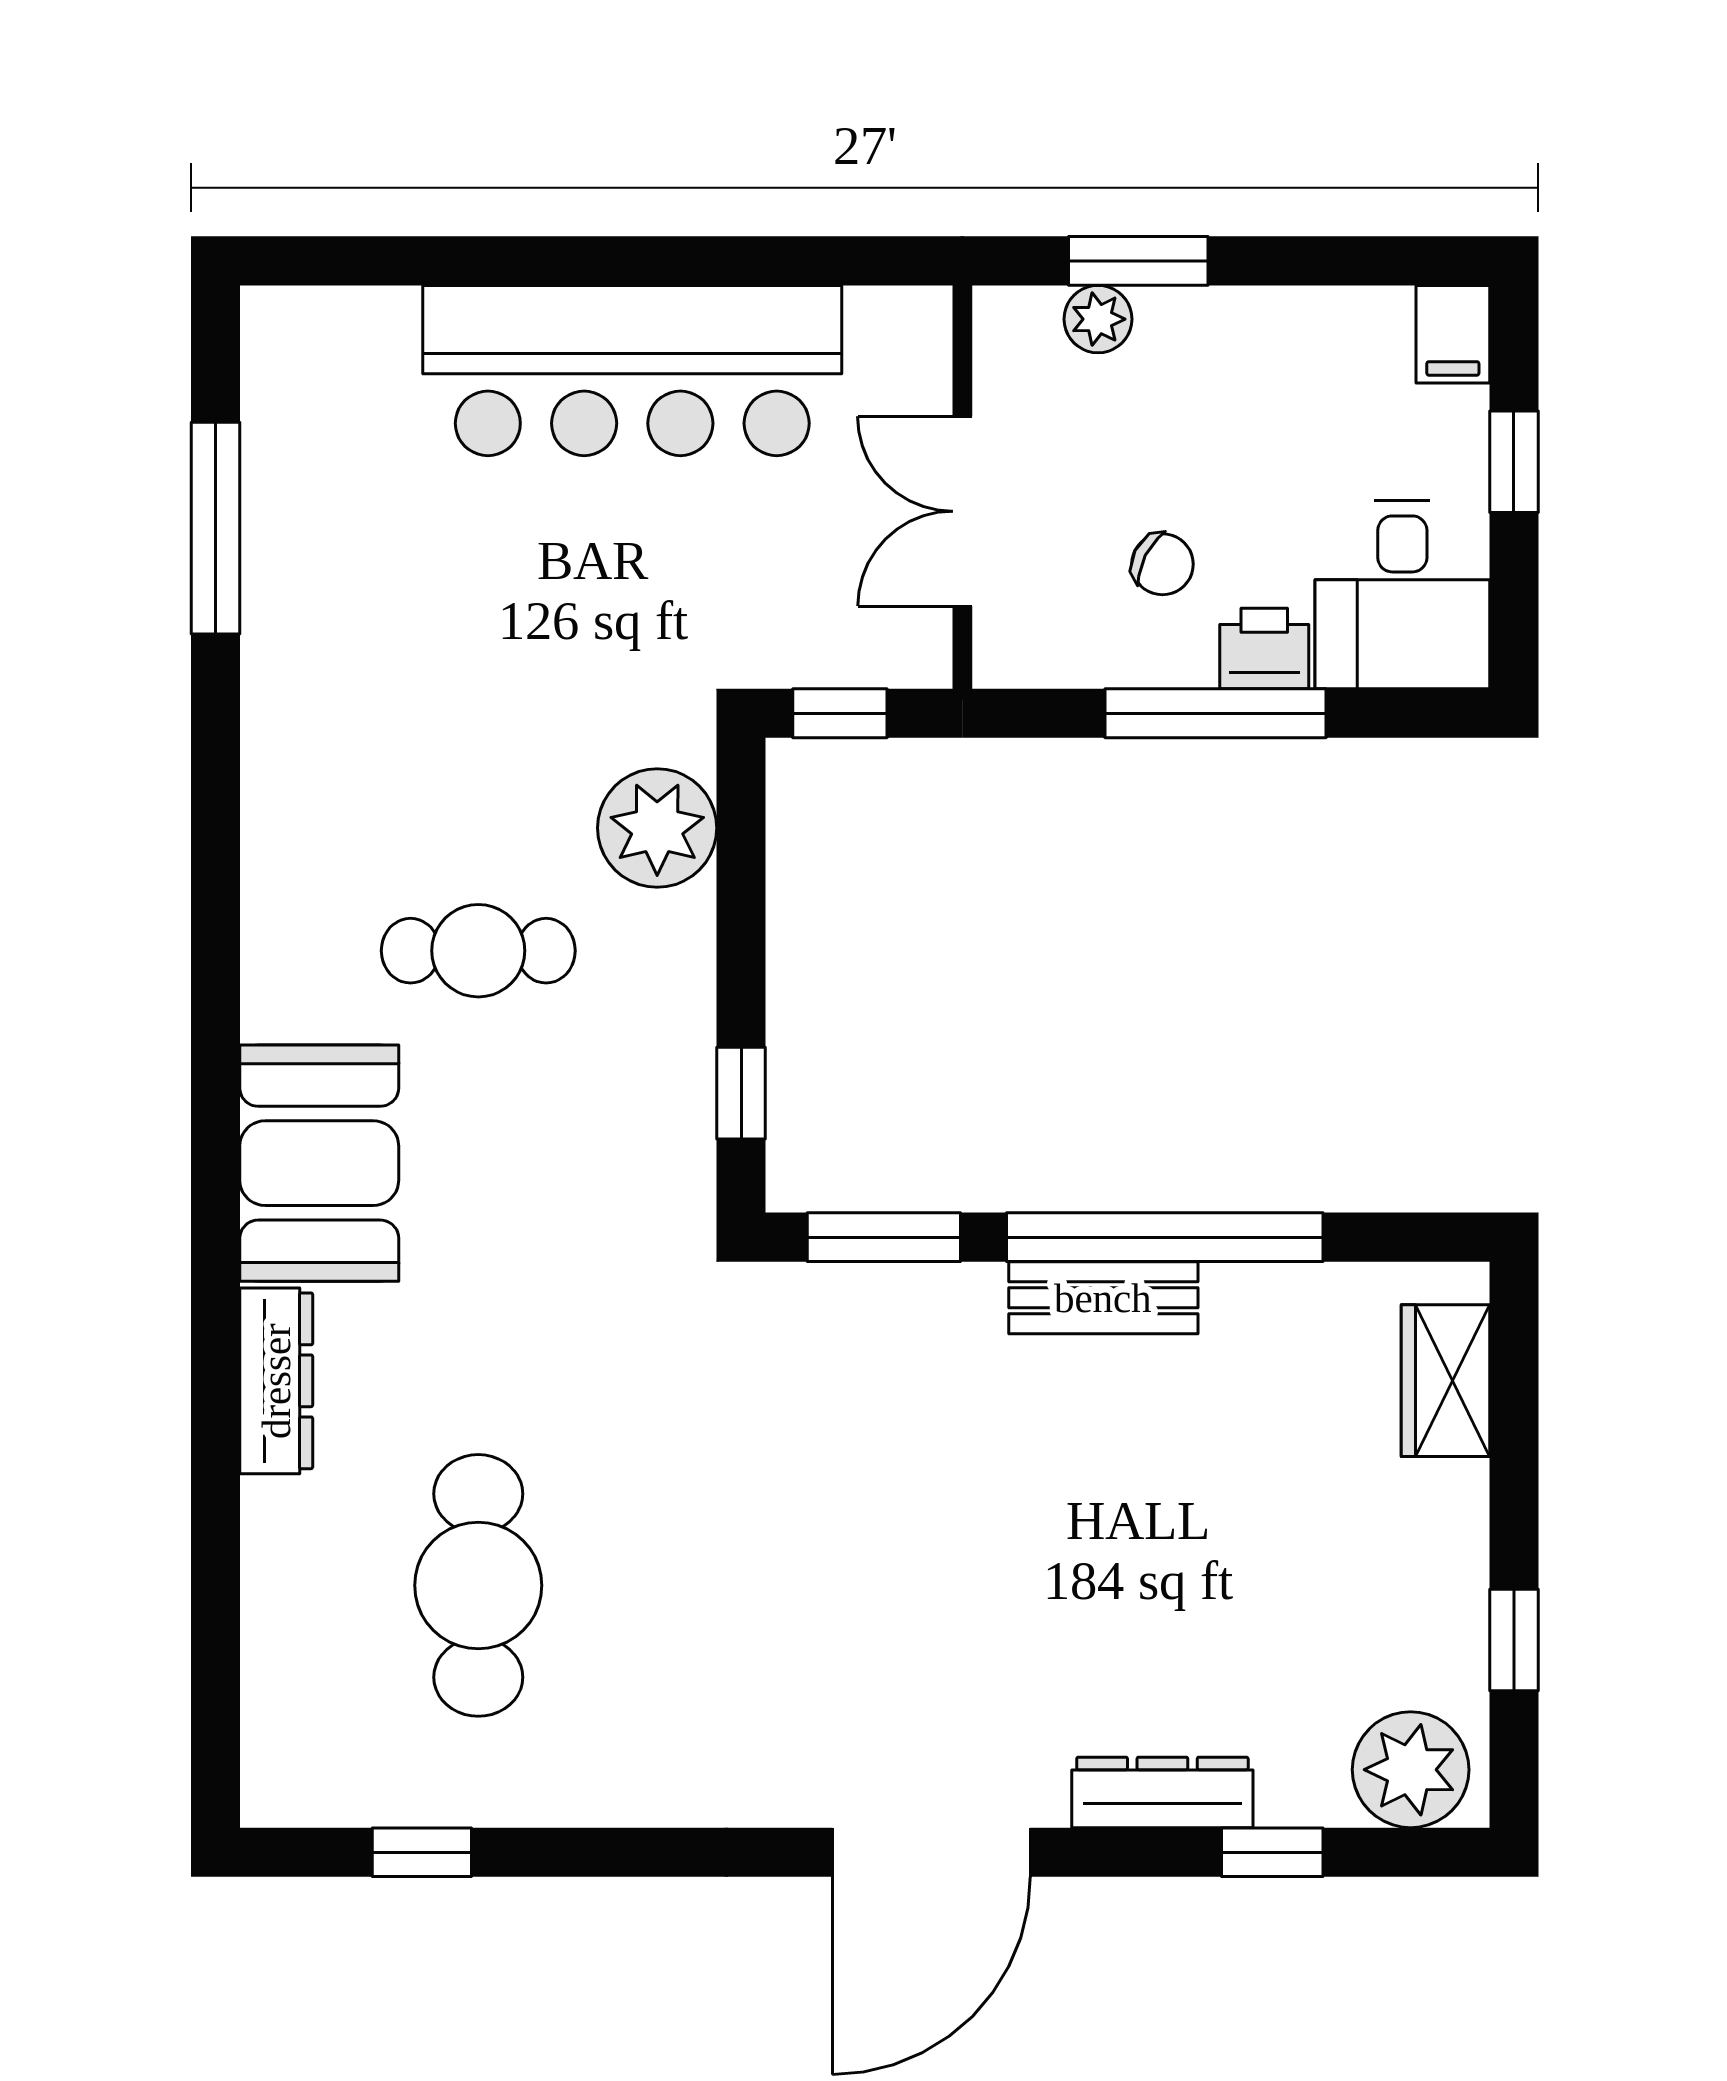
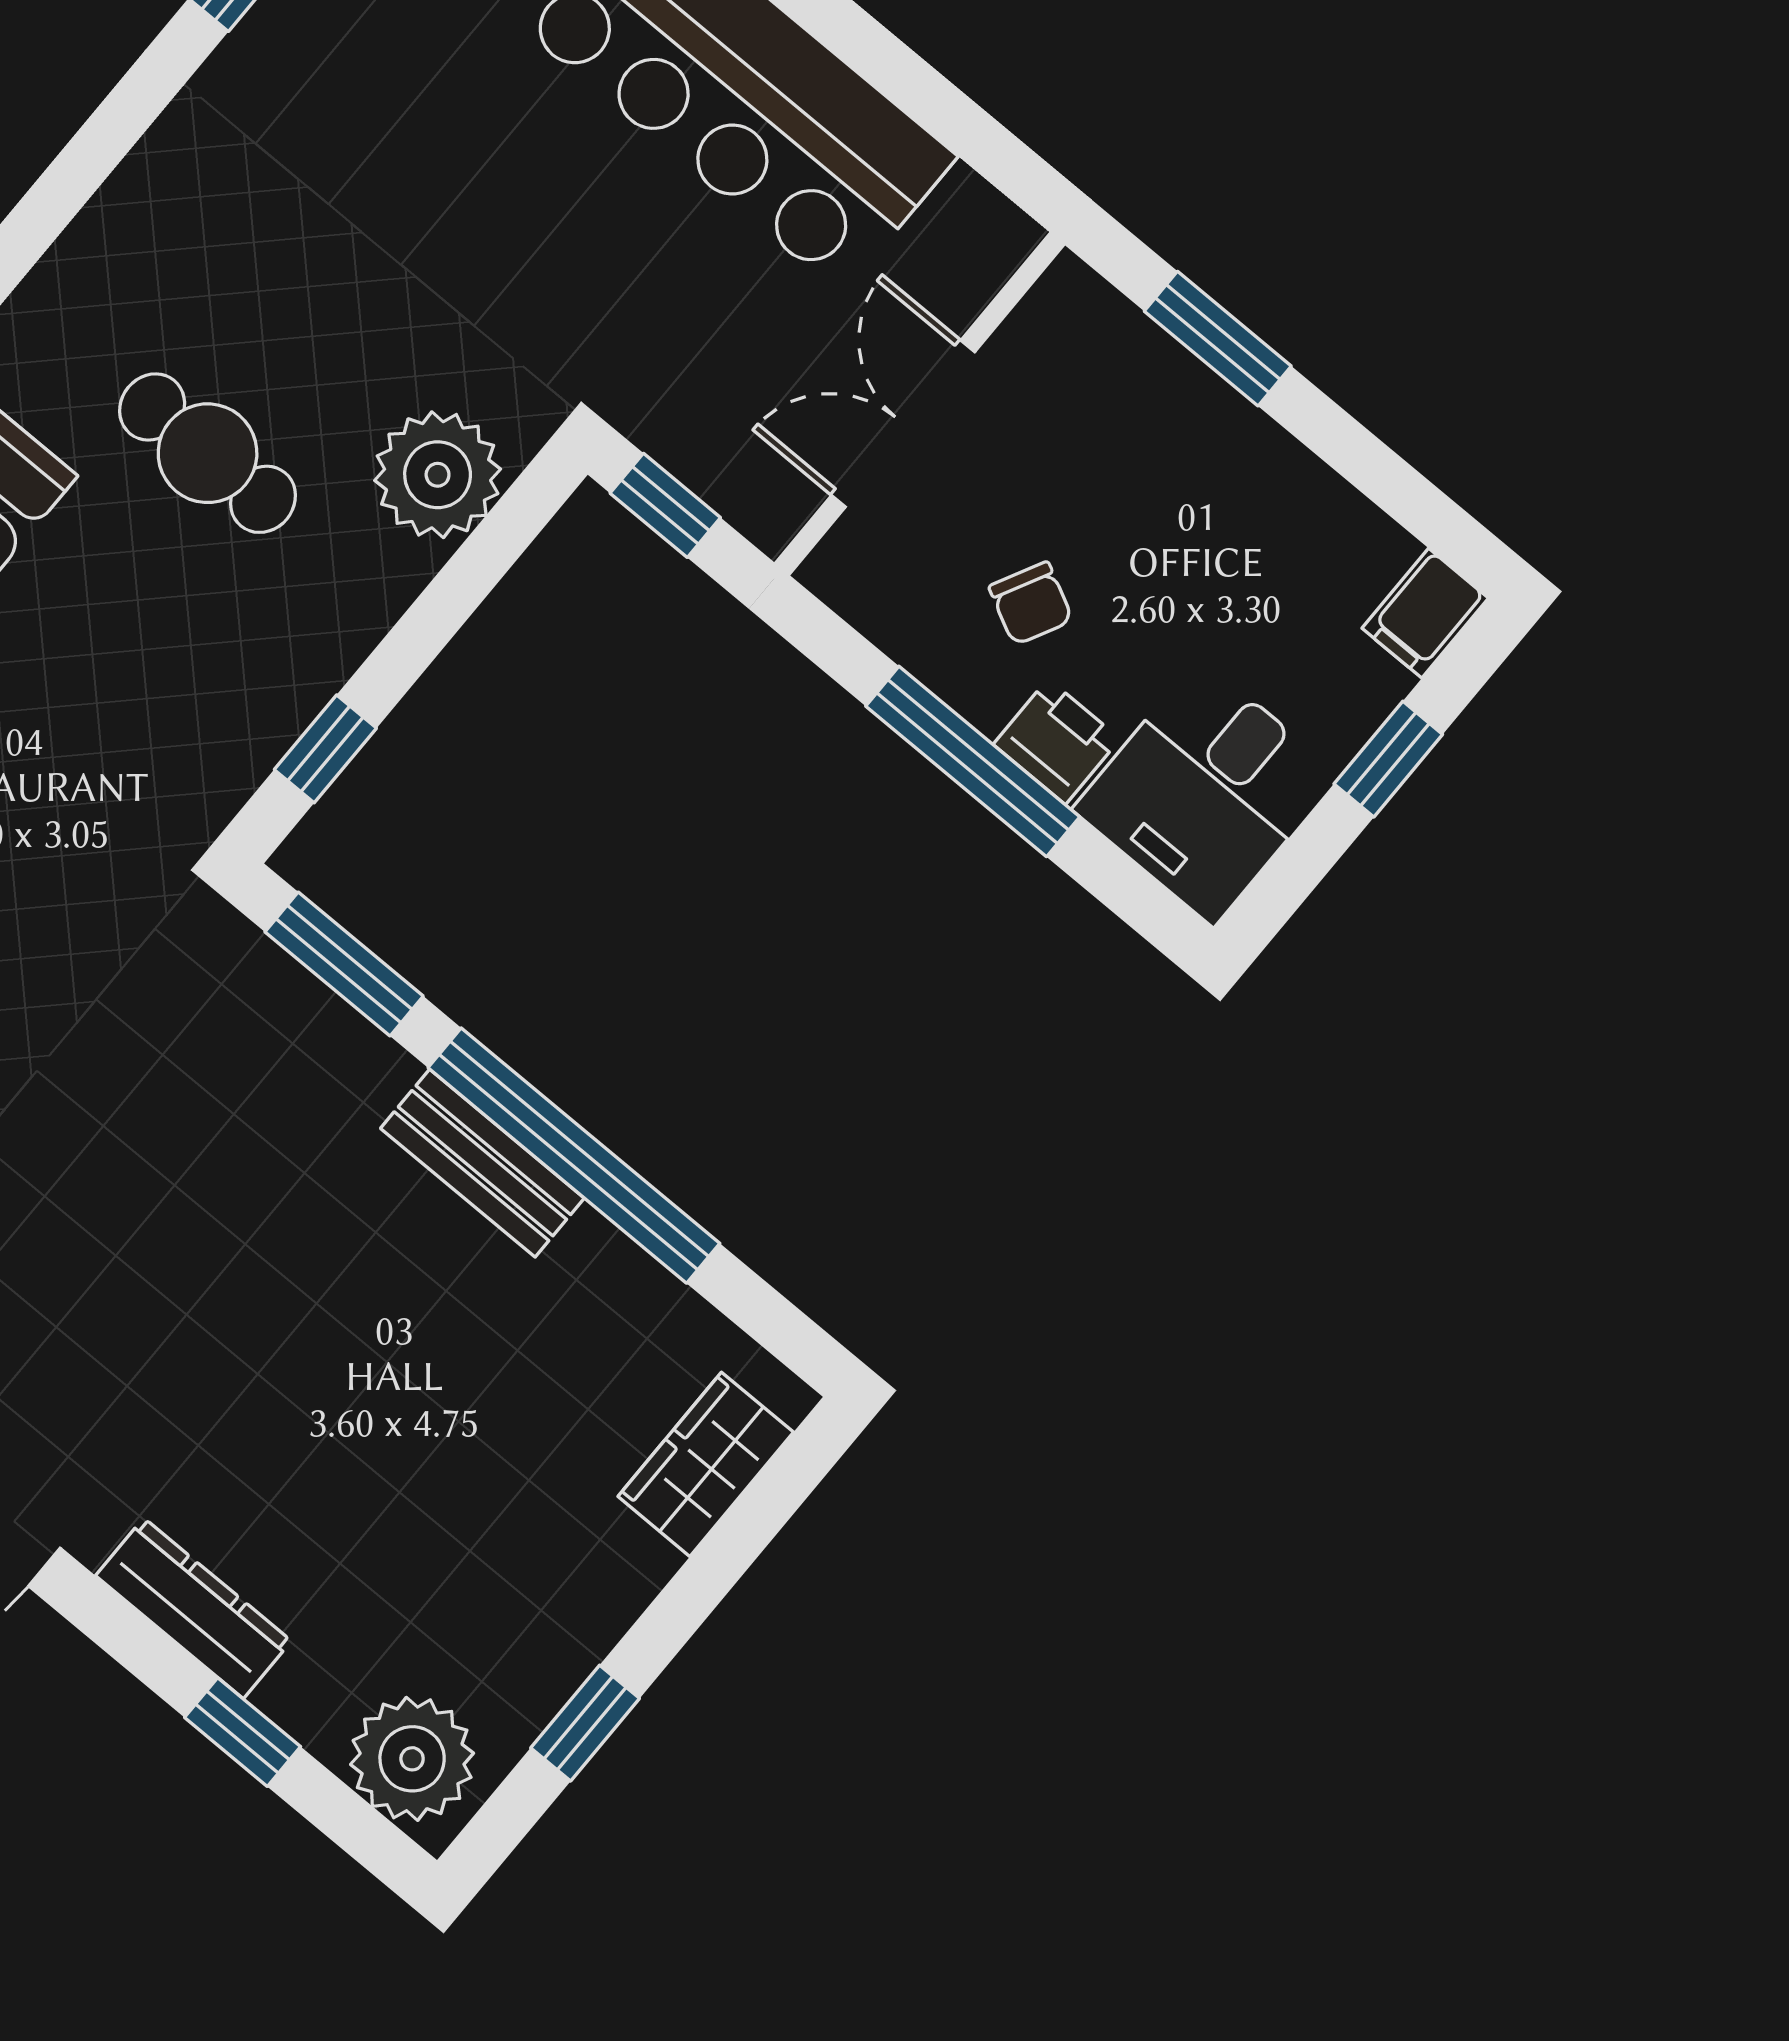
plant: (1098, 319) -> (1145, 359), removed

